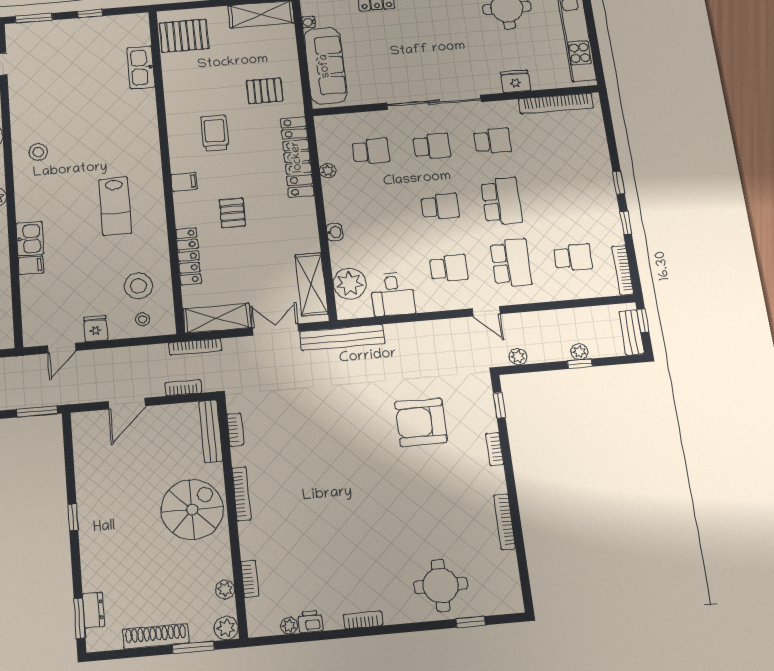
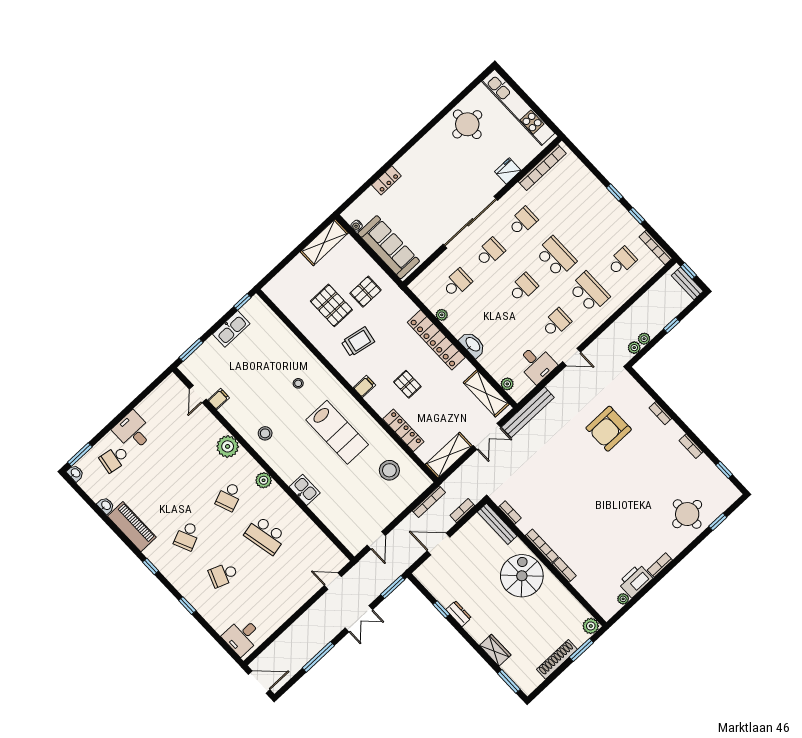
window: (90, 13) -> (242, 302), moved
pallet: (184, 36) -> (331, 305), moved, turned 90
kitchen sink: (141, 67) -> (231, 329), moved, turned -90
trolley: (215, 133) -> (358, 342), turned 101
locker: (297, 157) -> (436, 340), moved
lab bench: (115, 206) -> (337, 432), width x1.36, depth x1.39
washbasin: (335, 232) -> (473, 345), width x1.91, depth x1.45
filing cabinet: (31, 265) -> (219, 399), moved
plant: (350, 284) -> (507, 384), width x0.53, depth x0.53
door: (486, 311) -> (572, 357), moved
stool: (143, 319) -> (298, 383), moved
fridge: (95, 329) -> (386, 514), removed
double door: (276, 330) -> (487, 436), swing flipped
bookcase: (195, 347) -> (429, 502), moved
plant: (579, 352) -> (644, 339), moved
door: (127, 404) -> (438, 544), swing flipped
window: (499, 405) -> (724, 470), moved
window: (73, 517) -> (441, 609), moved
bookcase: (505, 522) -> (691, 446), width x0.64
wardrobe: (93, 570) -> (495, 650), added
bookcase: (250, 579) -> (564, 570), moved
plant: (225, 589) -> (574, 606), removed
dresser: (93, 610) -> (459, 614), moved
printer: (310, 622) -> (635, 581), width x1.87, depth x1.48

